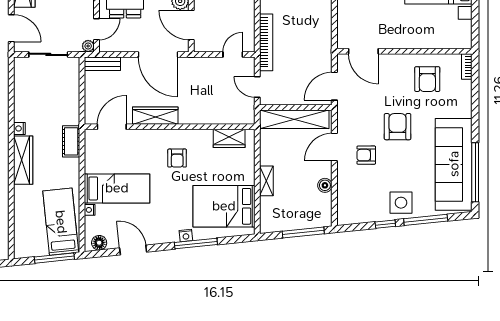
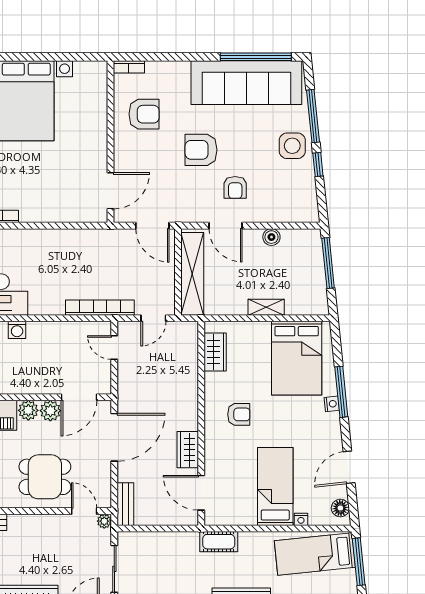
wardrobe: (155, 116) -> (188, 450), width x0.67

